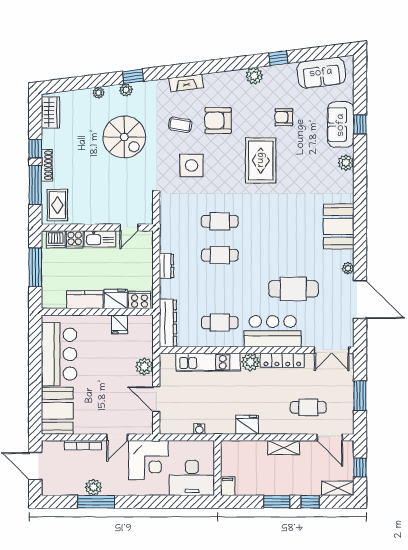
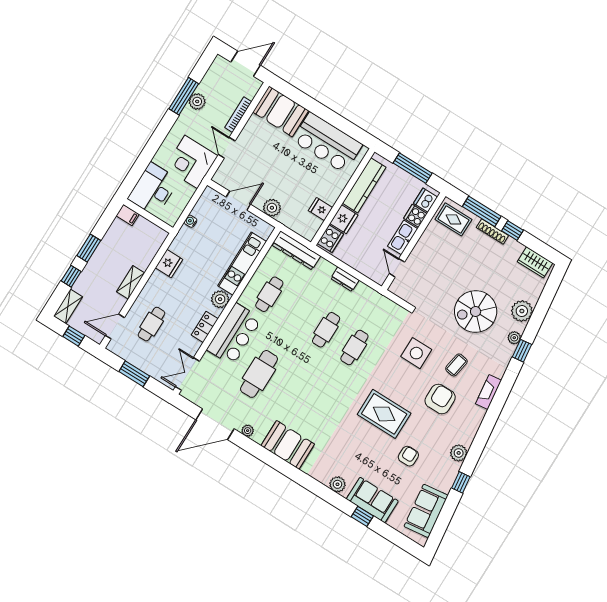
plant: (98, 93) -> (522, 311), width x1.88, depth x1.88
kitchen counter: (85, 300) -> (364, 185), width x1.50
locker: (282, 360) -> (205, 327), width x0.66

